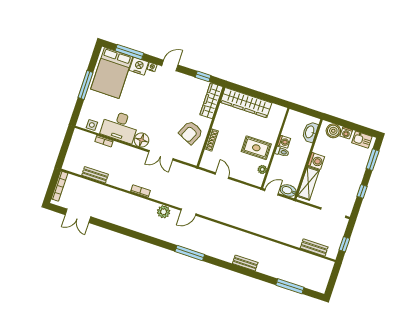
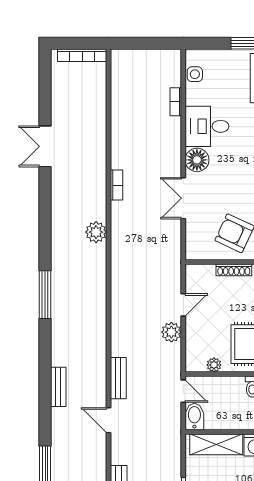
desk: (120, 126) -> (207, 126), width x0.73
bench: (95, 175) -> (118, 378), moved
plant: (235, 188) -> (171, 332), added
door: (188, 212) -> (109, 420), moved
double door: (78, 216) -> (45, 146), moved

